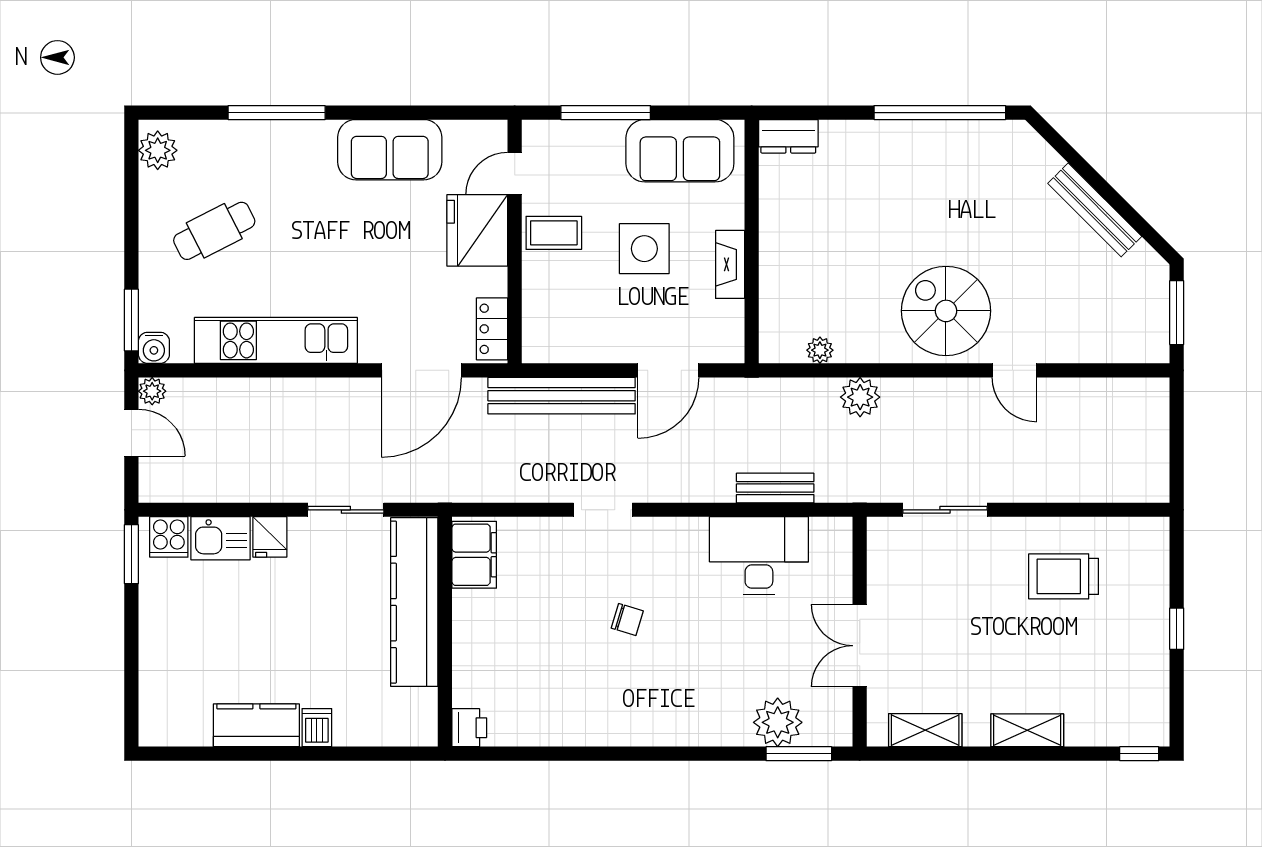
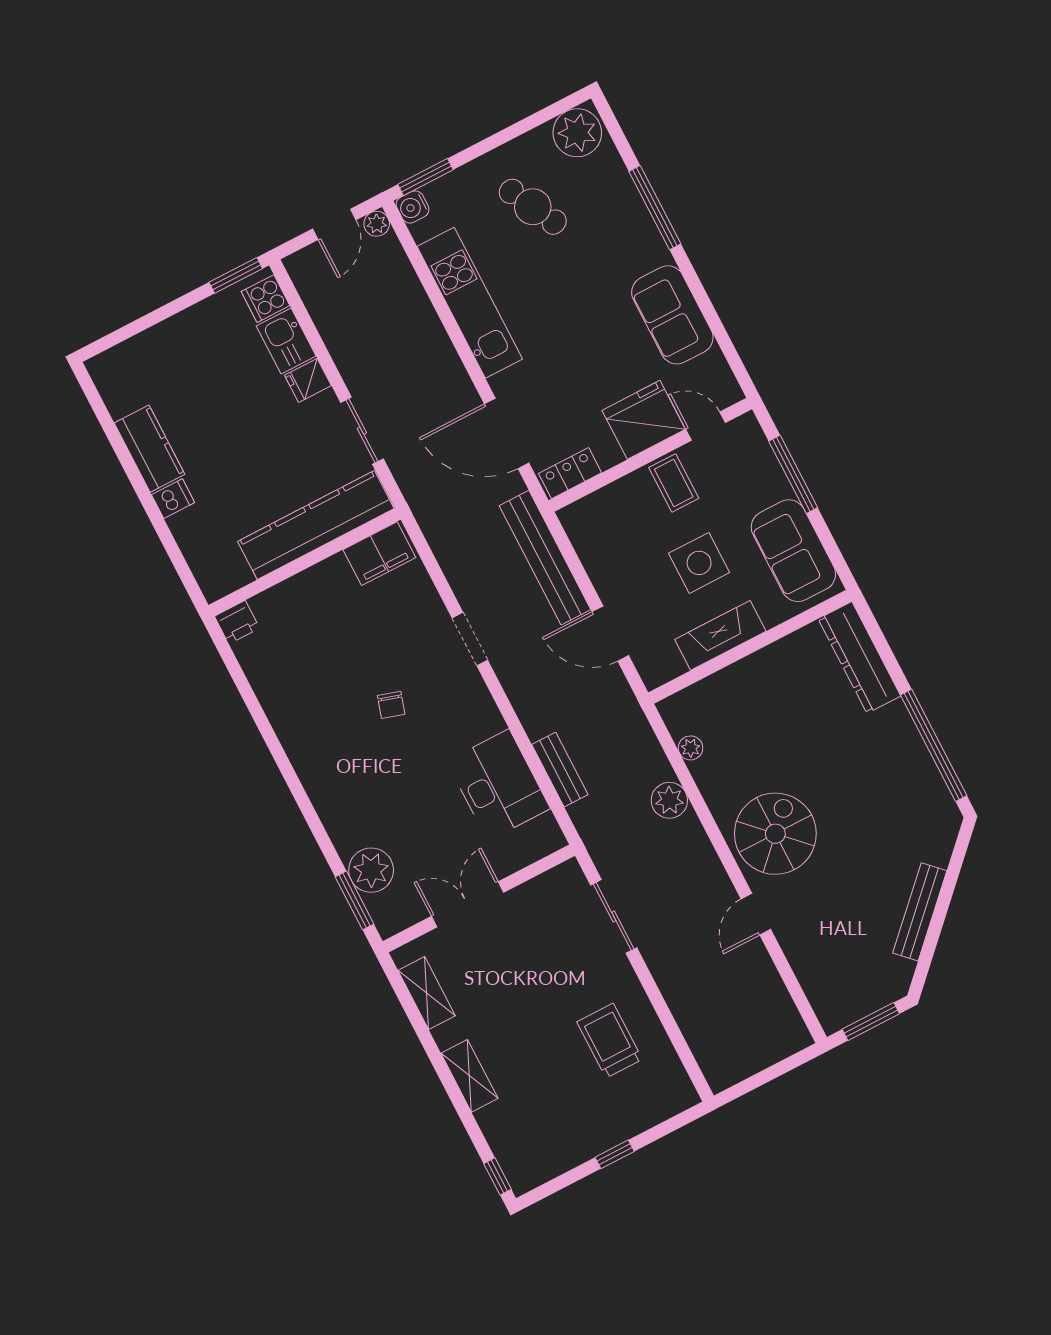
dresser: (788, 136) -> (859, 657), width x1.96, depth x1.24
plant: (158, 150) -> (577, 133), width x1.36, depth x1.36
fireplace: (730, 264) -> (720, 635), width x1.37, depth x1.32

